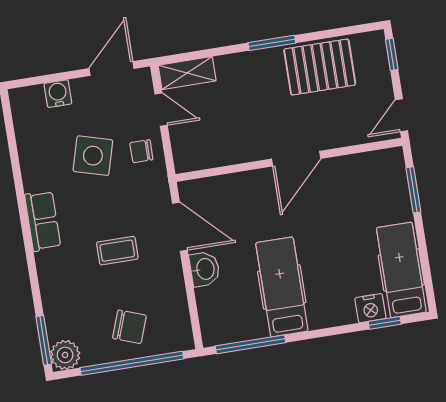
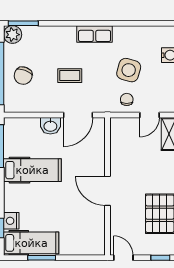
window: (413, 190) -> (42, 258), moved
coffee table: (117, 251) -> (70, 76), turned 90

